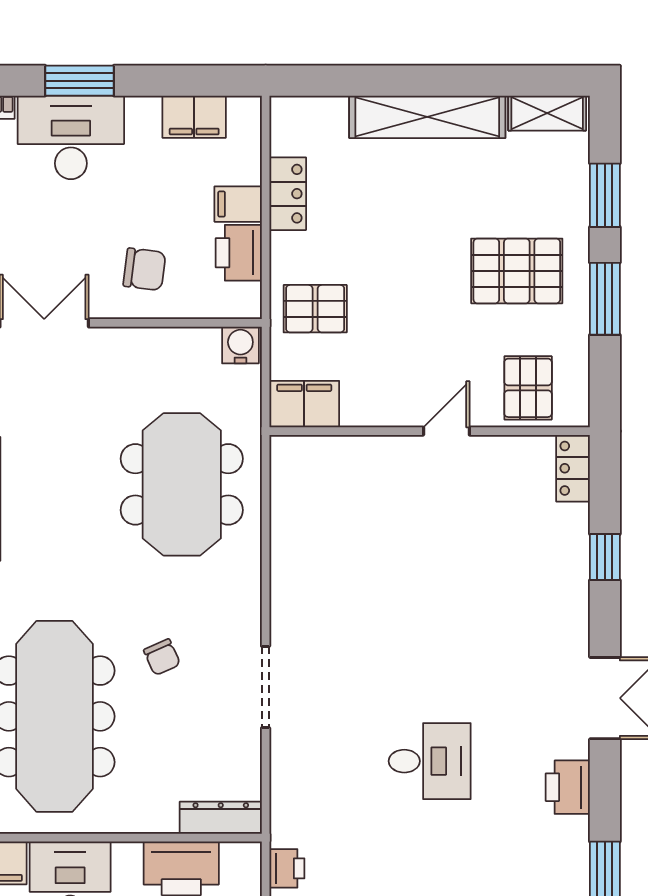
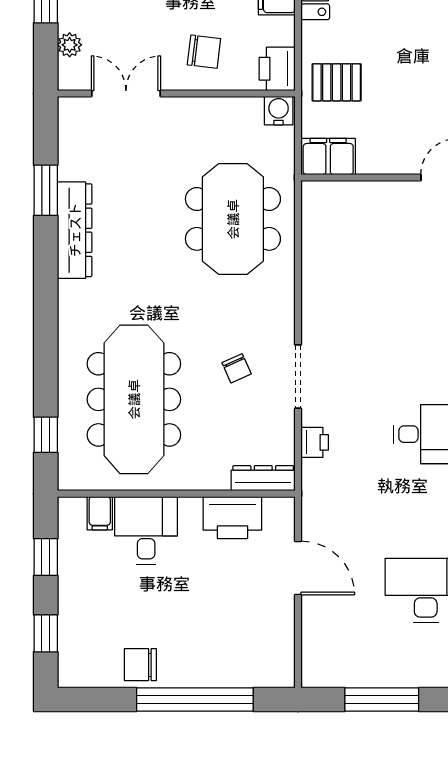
printer: (239, 253) -> (277, 69), moved
chair: (162, 657) -> (237, 368), moved
printer: (287, 868) -> (315, 442), moved

